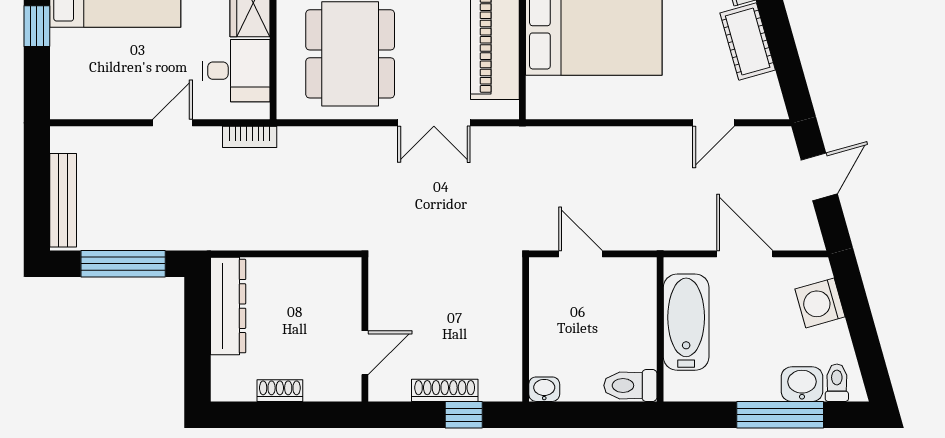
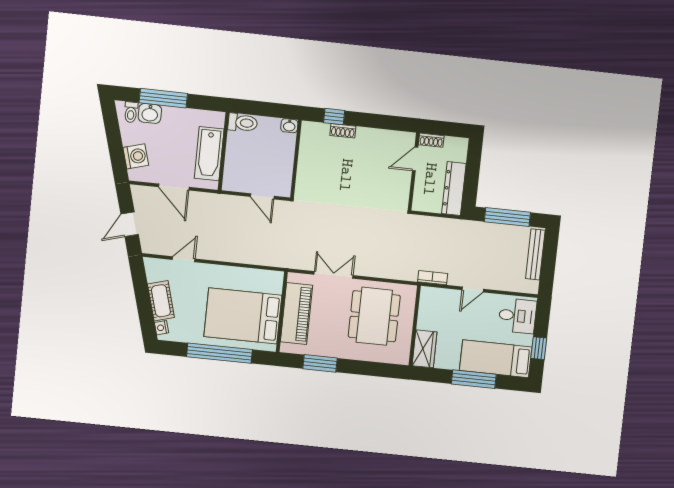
desk: (236, 71) -> (517, 316), moved, turned 180
wall: (365, 329) -> (414, 172), moved
door: (365, 353) -> (415, 159), moved
shoe rack: (445, 390) -> (343, 131), width x0.70

